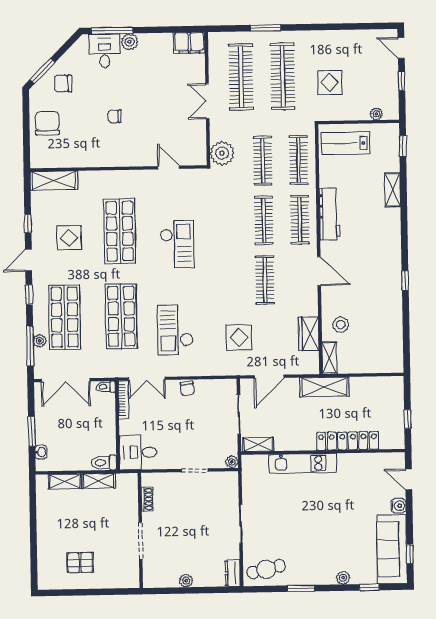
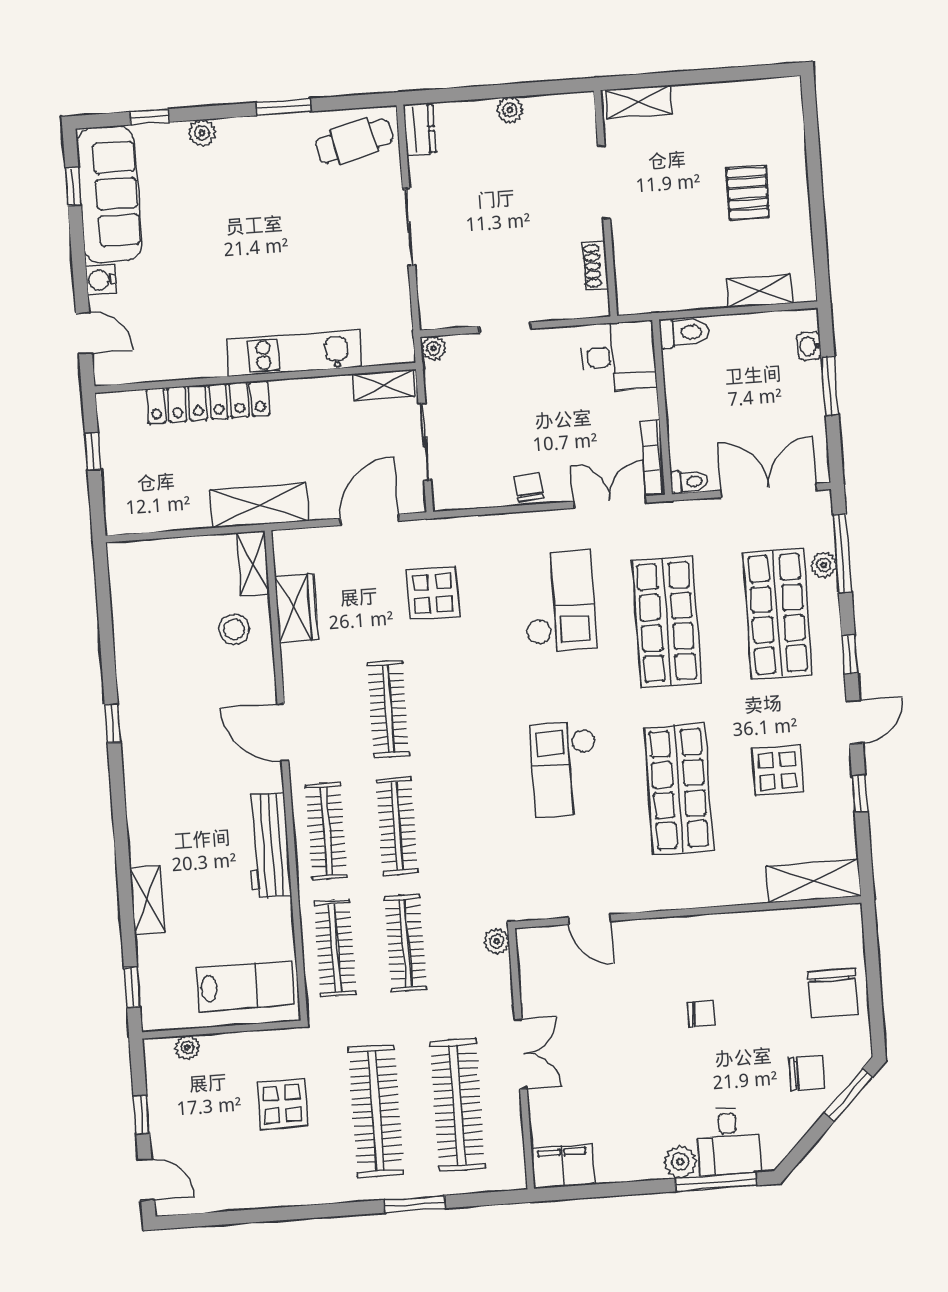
plant: (222, 153) -> (497, 941), width x0.53, depth x0.53
shelving: (99, 481) -> (639, 102), moved
pallet: (80, 563) -> (748, 193), moved, turned 90

